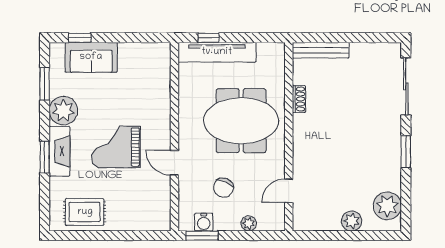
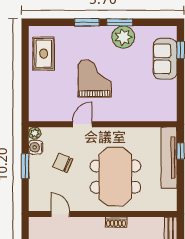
window: (45, 84) -> (120, 22), moved
shoe rack: (299, 99) -> (116, 222), moved
fireplace: (59, 151) -> (91, 34), removed
plant: (249, 223) -> (35, 133), moved
window: (202, 236) -> (25, 166), moved

